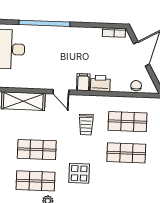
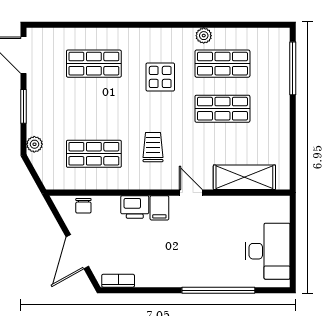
shop shelf: (126, 153) -> (94, 64), moved

